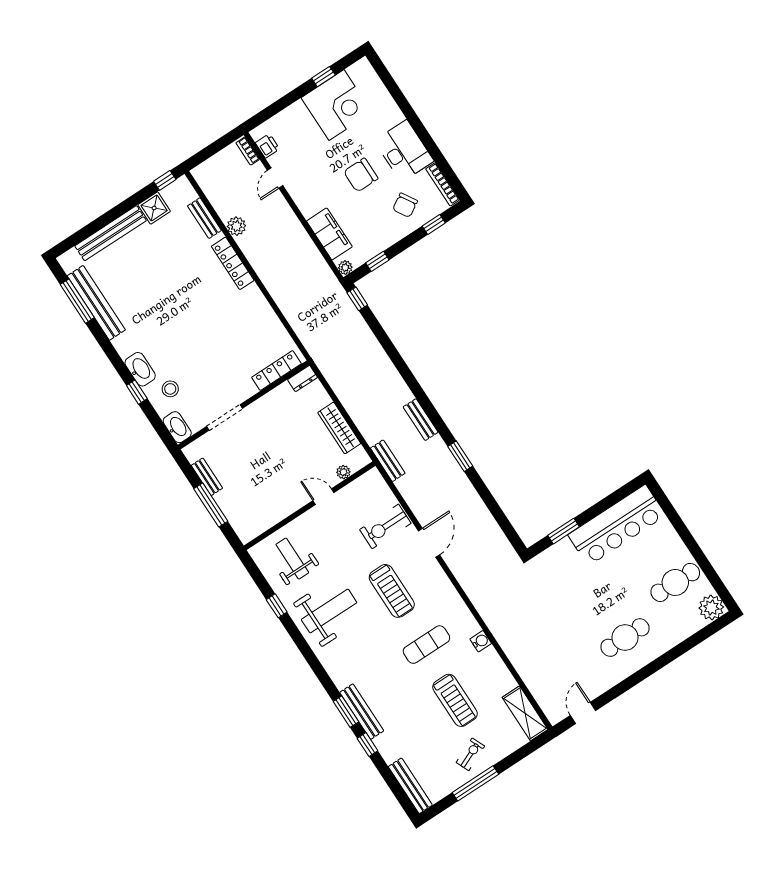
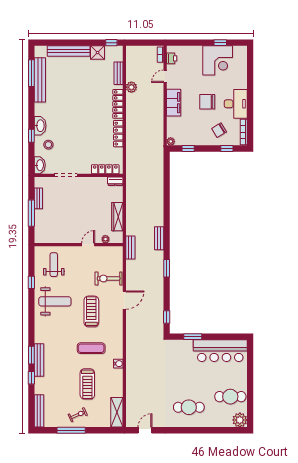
filing cabinet: (329, 234) -> (174, 103), moved
window: (357, 299) -> (167, 317), moved
locker: (262, 306) -> (118, 134), added
door: (323, 497) -> (88, 245), hinge flipped
treadmill: (392, 591) -> (91, 311), turned 180

